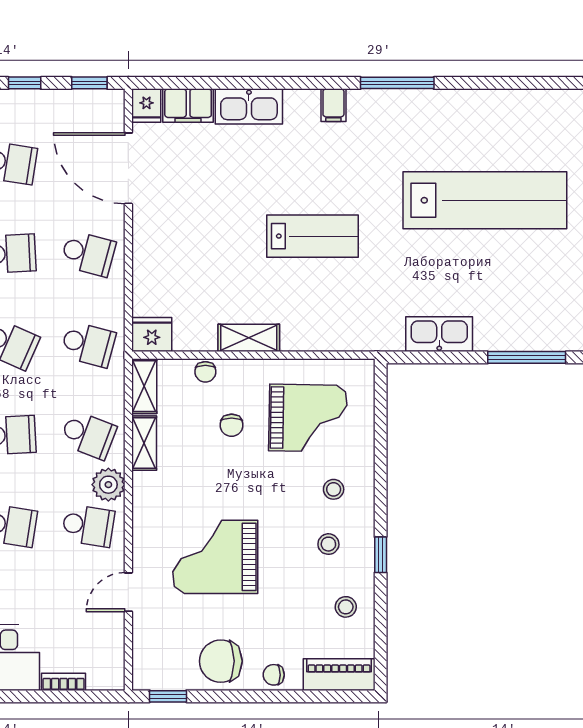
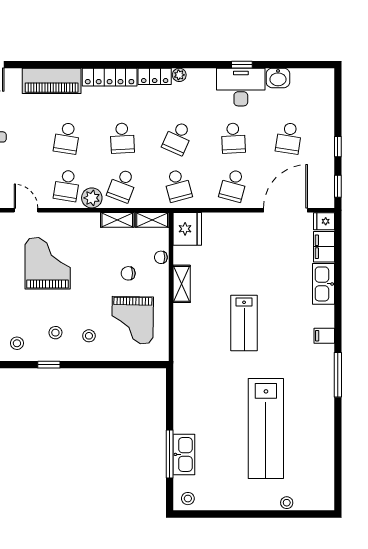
kitchen sink: (439, 334) -> (184, 454), moved
fridge: (152, 335) -> (187, 229), width x1.36, depth x1.34
school desk: (88, 344) -> (178, 186), turned -30

